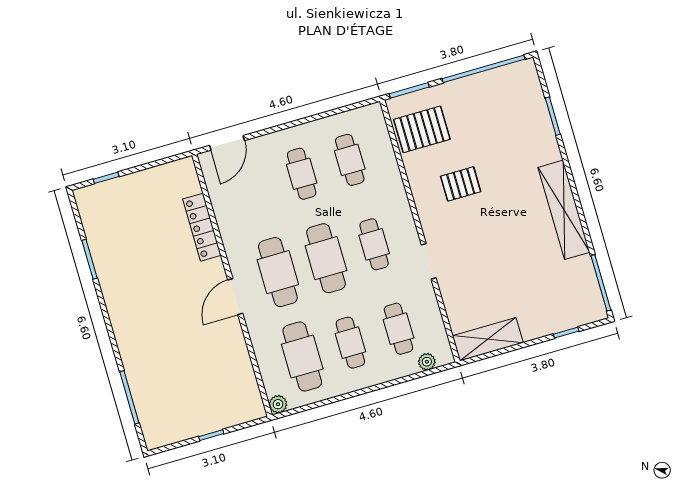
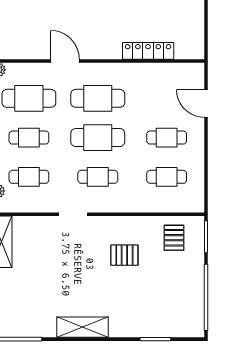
pallet: (422, 129) -> (174, 238), width x0.67, depth x0.71
door: (227, 143) -> (206, 103), moved
pallet: (461, 184) -> (124, 255), turned 90
shelving: (564, 210) -> (82, 327), width x0.68
door: (235, 297) -> (65, 61), moved

